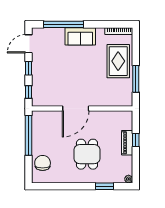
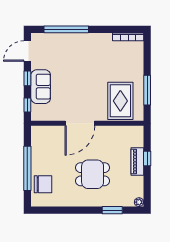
sofa: (80, 36) -> (41, 87), moved, turned -90
rug: (118, 61) -> (120, 101), moved
window: (29, 135) -> (27, 168), moved
dining table: (87, 154) -> (93, 174), turned 90
chair: (43, 163) -> (43, 184), turned 90

